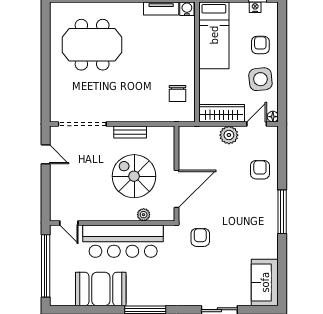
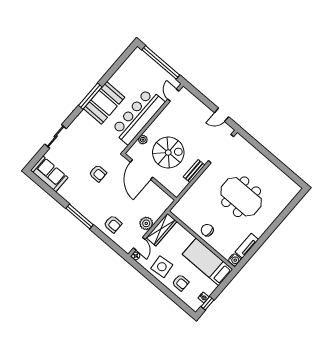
meeting table: (92, 45) -> (241, 197), moved, turned 90
chair: (177, 93) -> (207, 230), moved
door: (69, 223) -> (173, 95), hinge flipped
armchair: (200, 237) -> (98, 173), moved
booth: (101, 289) -> (104, 103), moved

